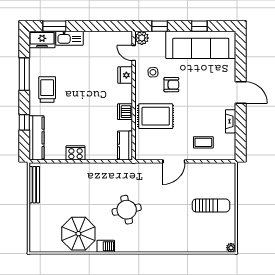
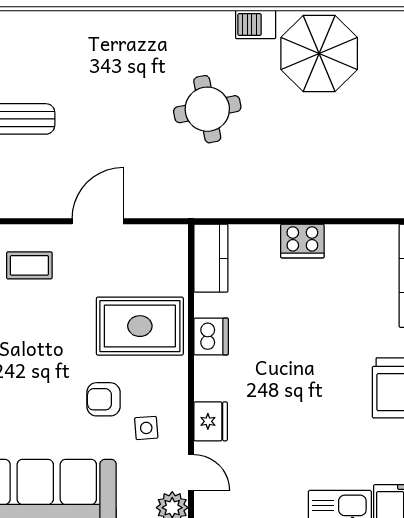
cooker: (75, 153) -> (302, 241), moved

